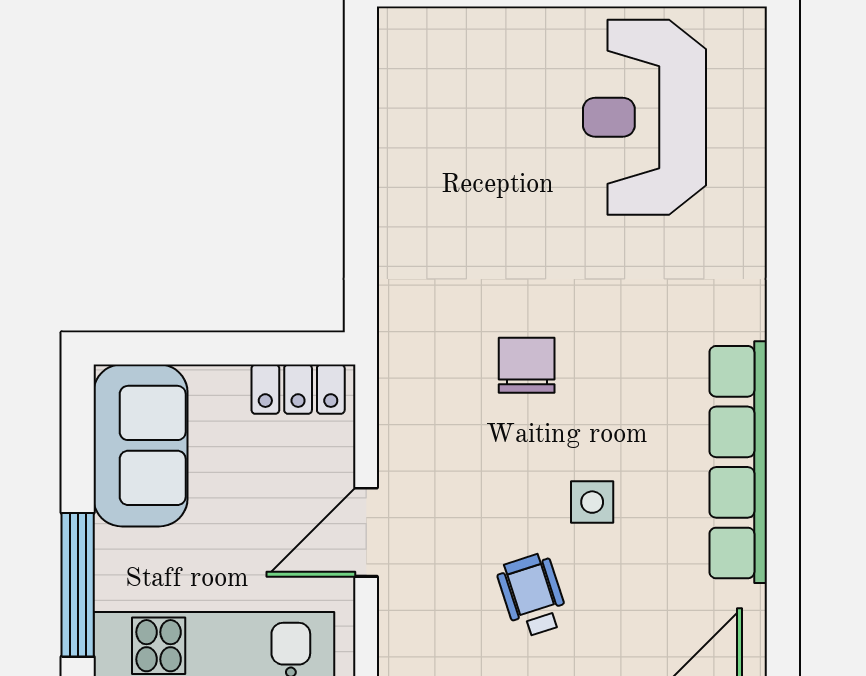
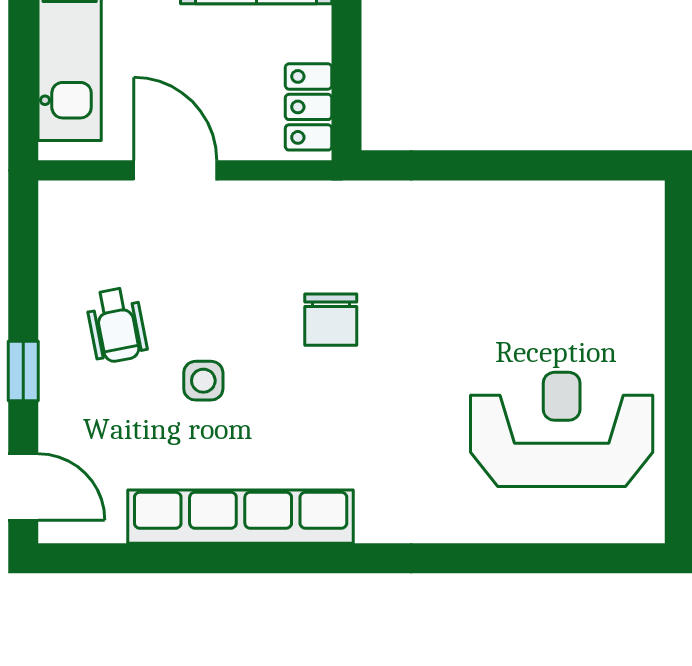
chair: (527, 365) -> (331, 320), turned 90
wheelchair: (532, 595) -> (117, 325), turned 97

